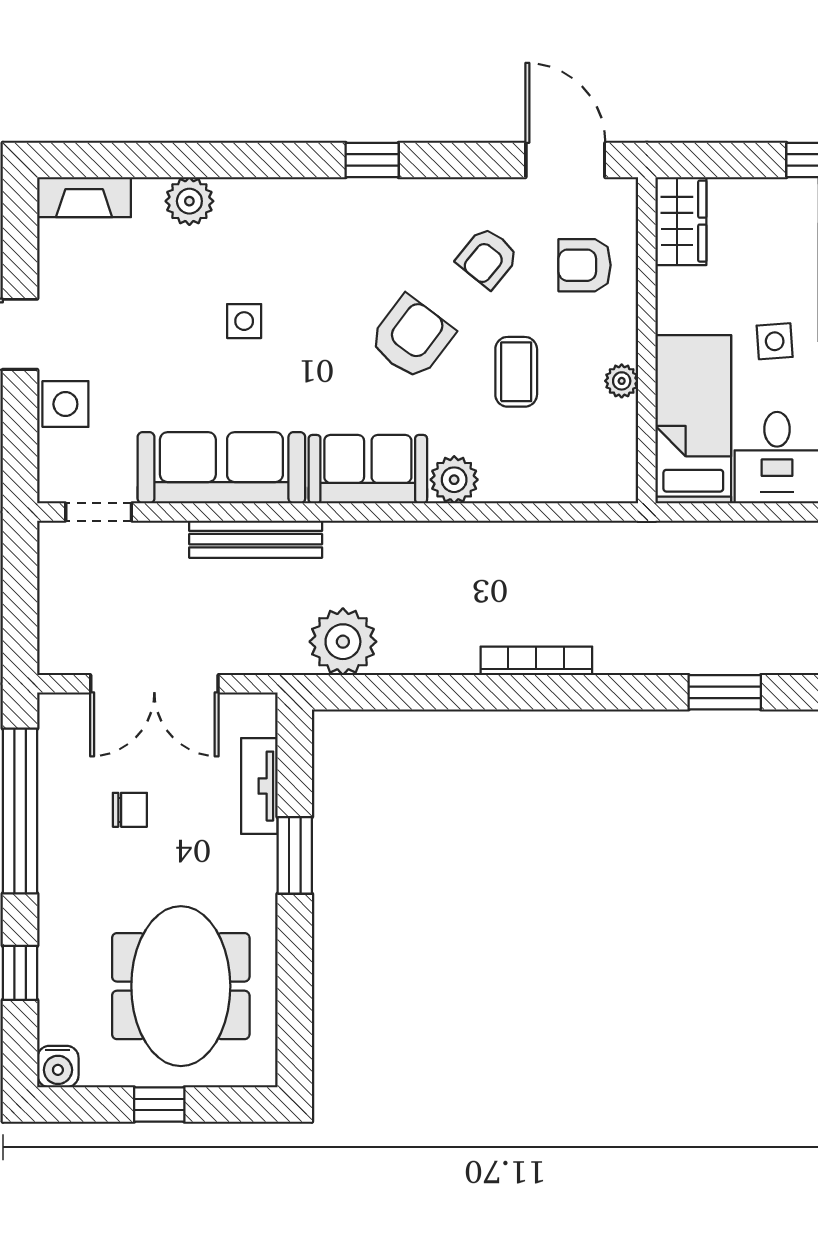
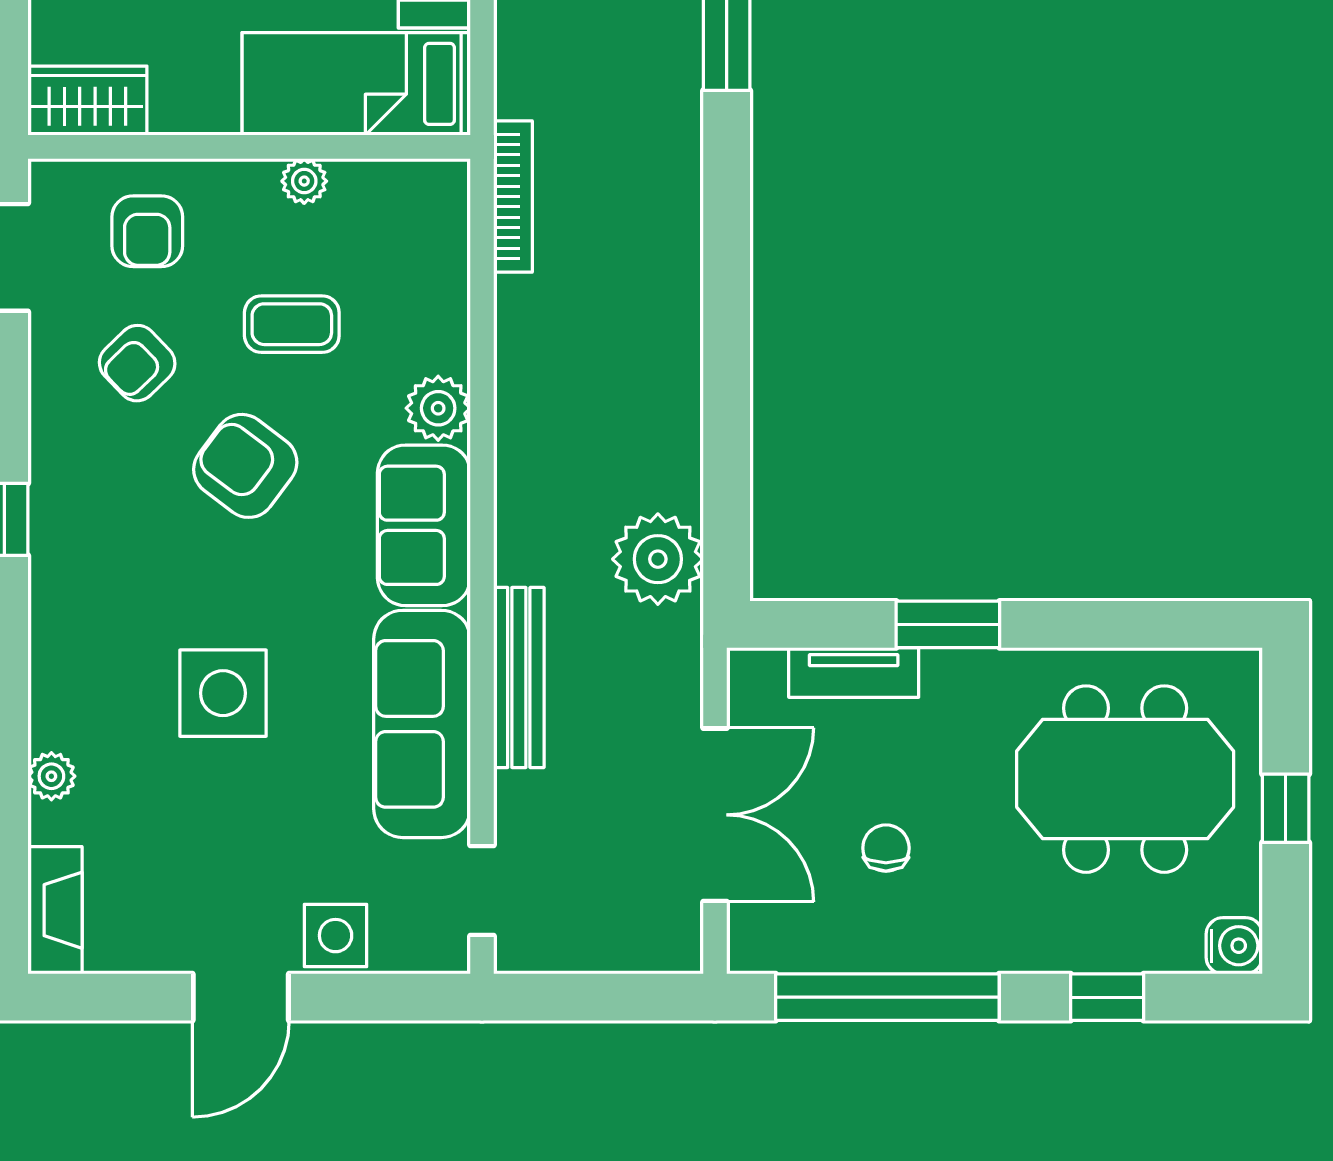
plant: (189, 201) -> (51, 776), width x0.73, depth x0.73
armchair: (487, 258) -> (137, 363), turned 97
side table: (244, 321) -> (223, 693), width x1.87, depth x1.87
bookcase: (536, 661) -> (513, 196), moved, turned 180

